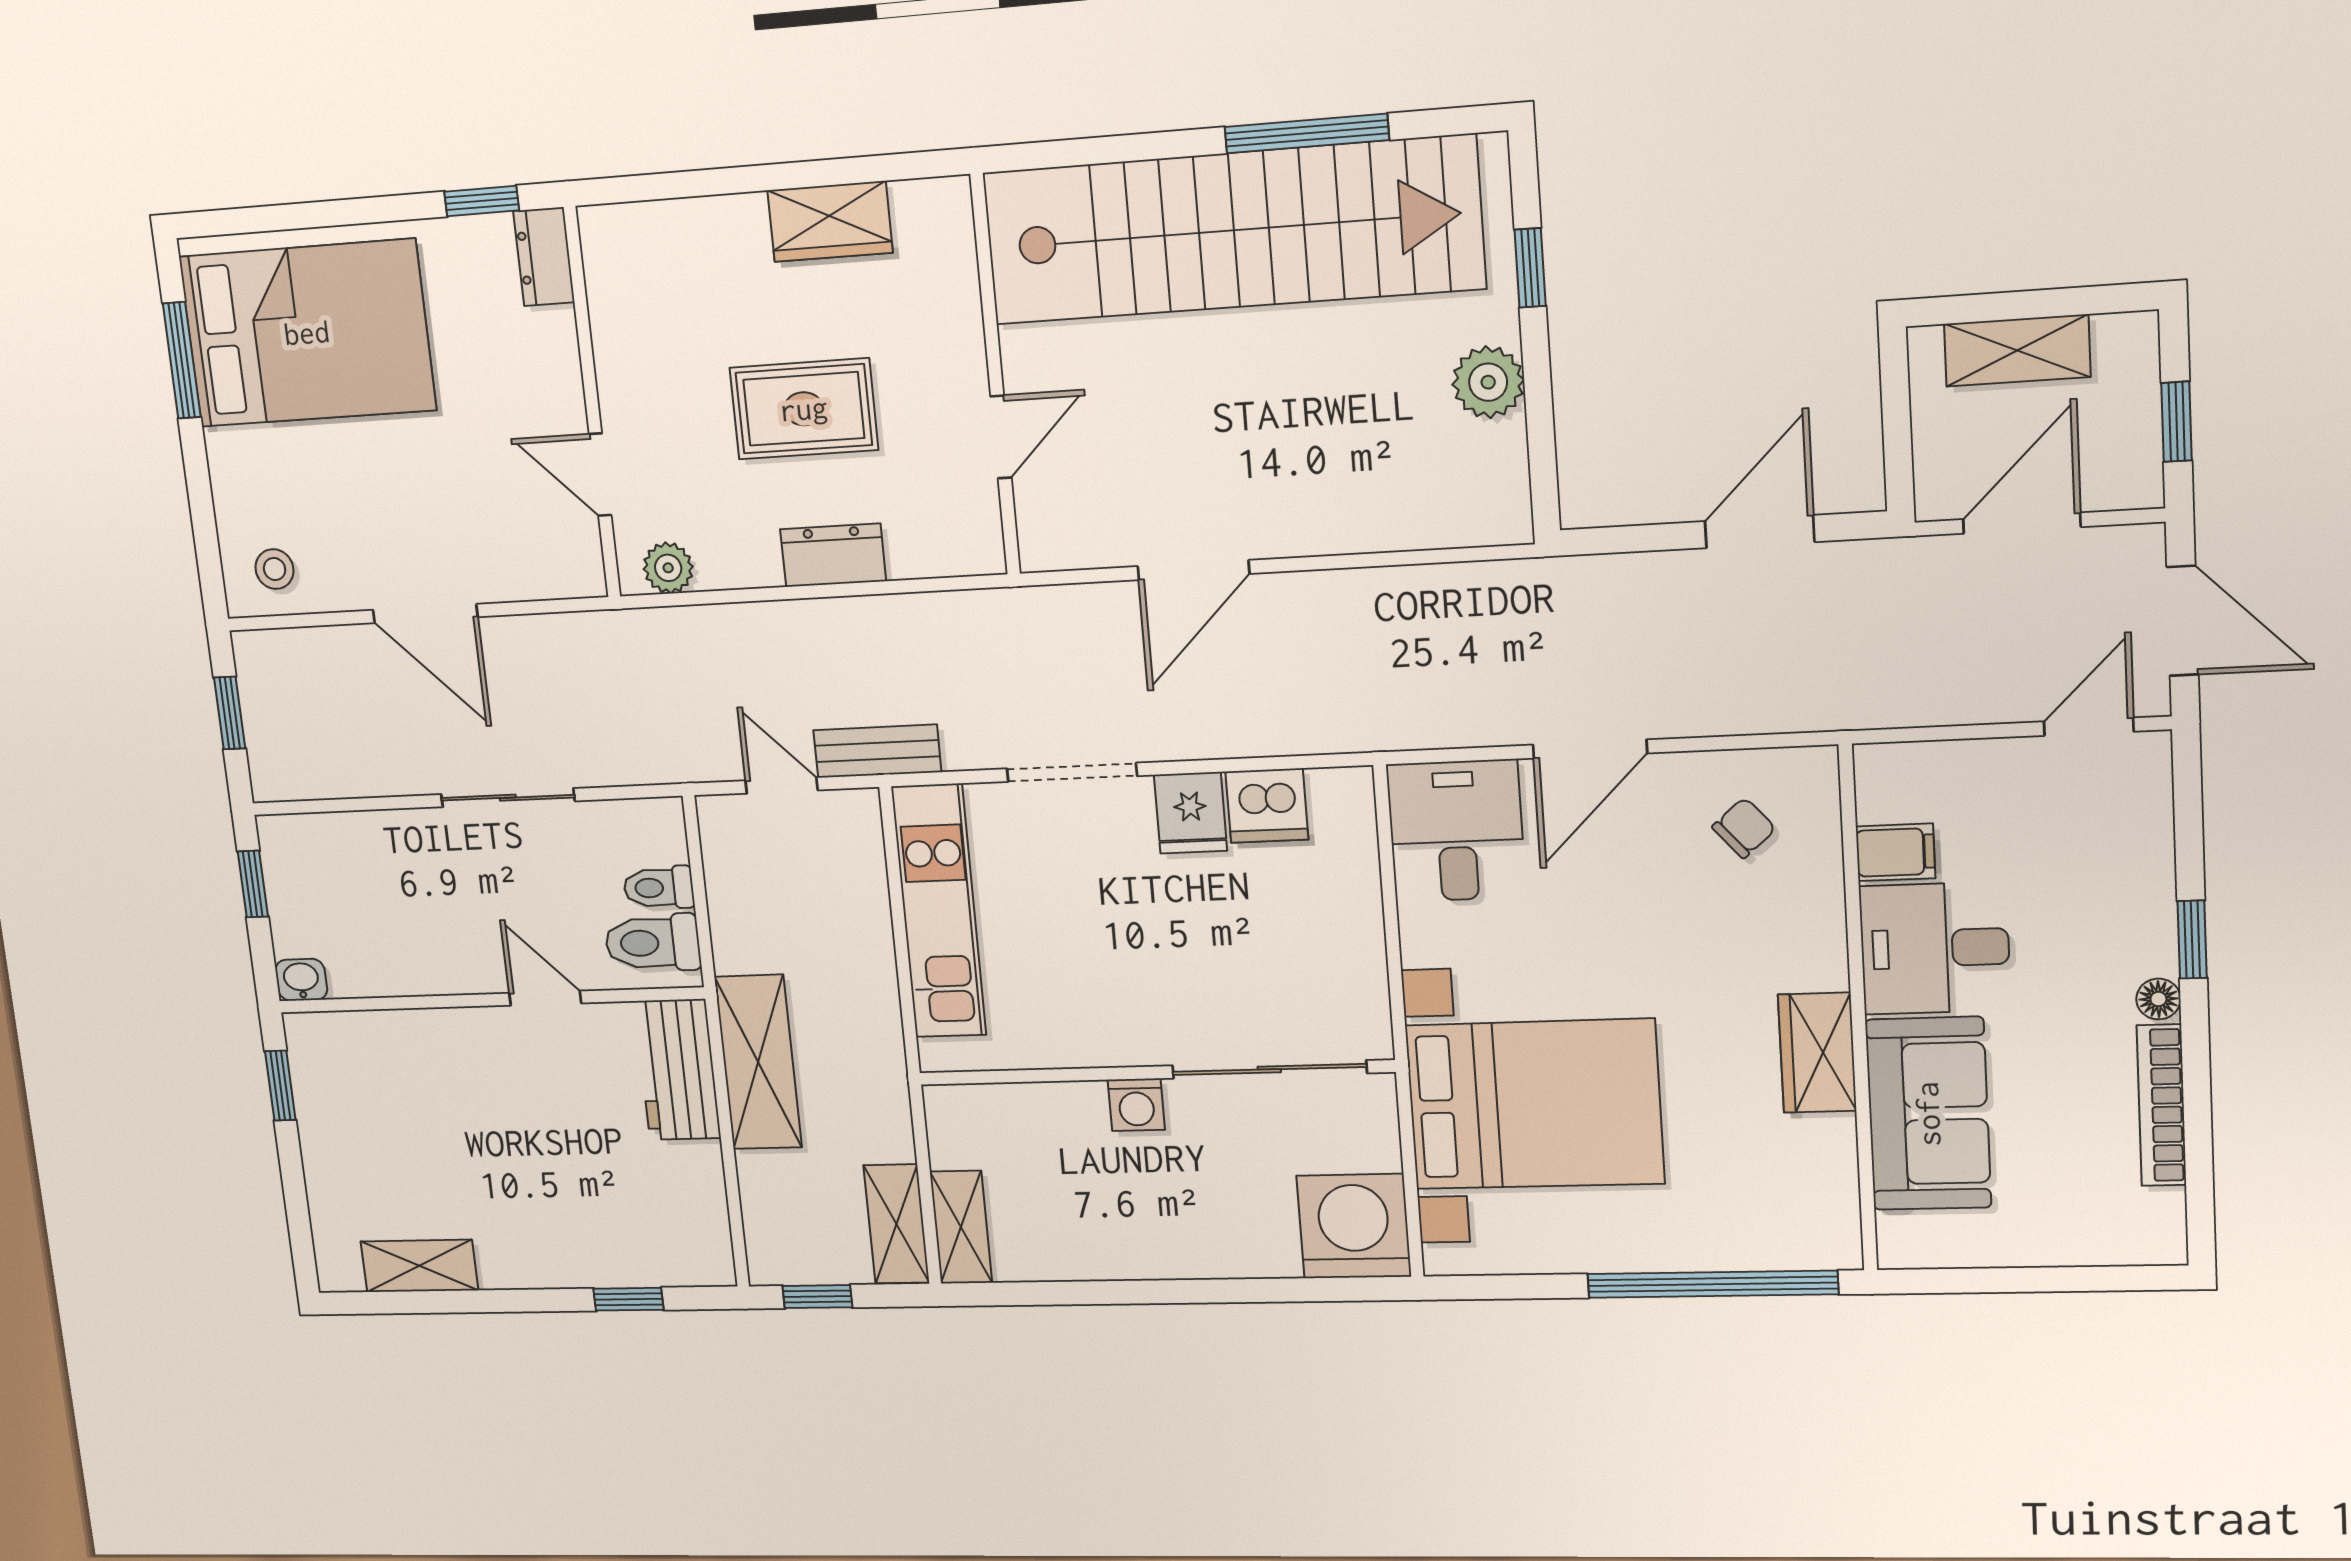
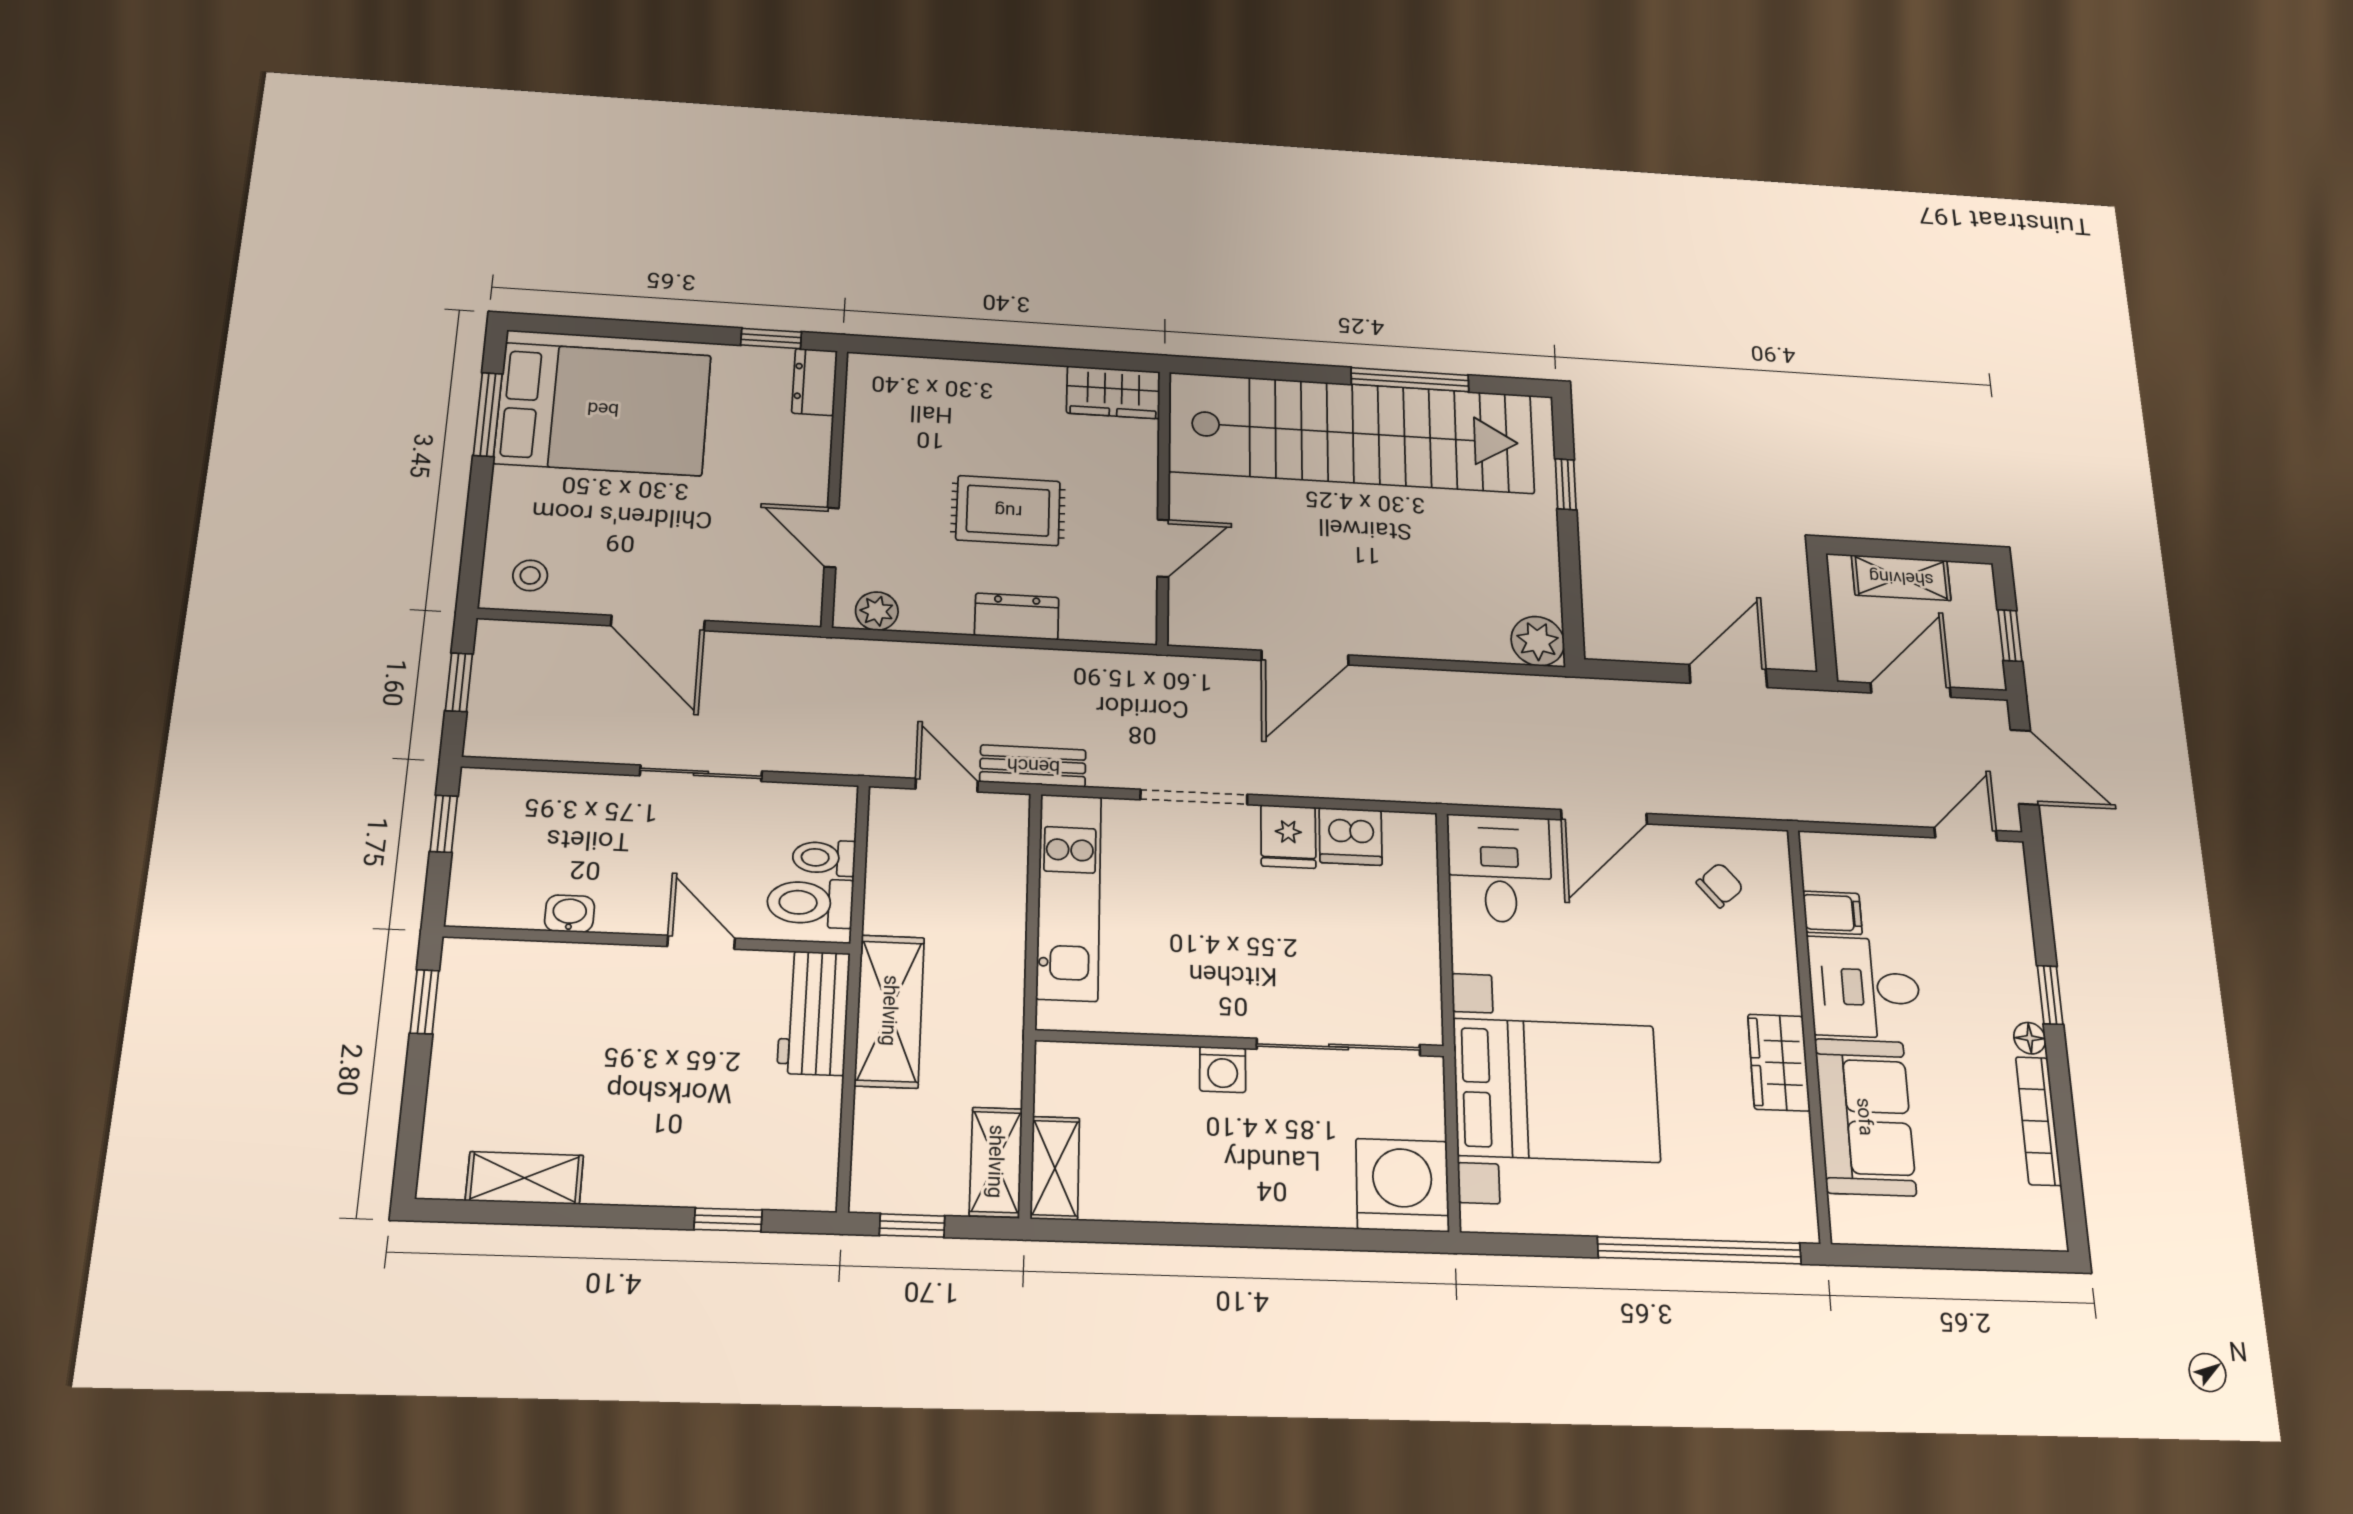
wardrobe: (830, 222) -> (1113, 392), moved
plant: (1488, 382) -> (1538, 641), moved
washbasin: (301, 980) -> (570, 914), moved

